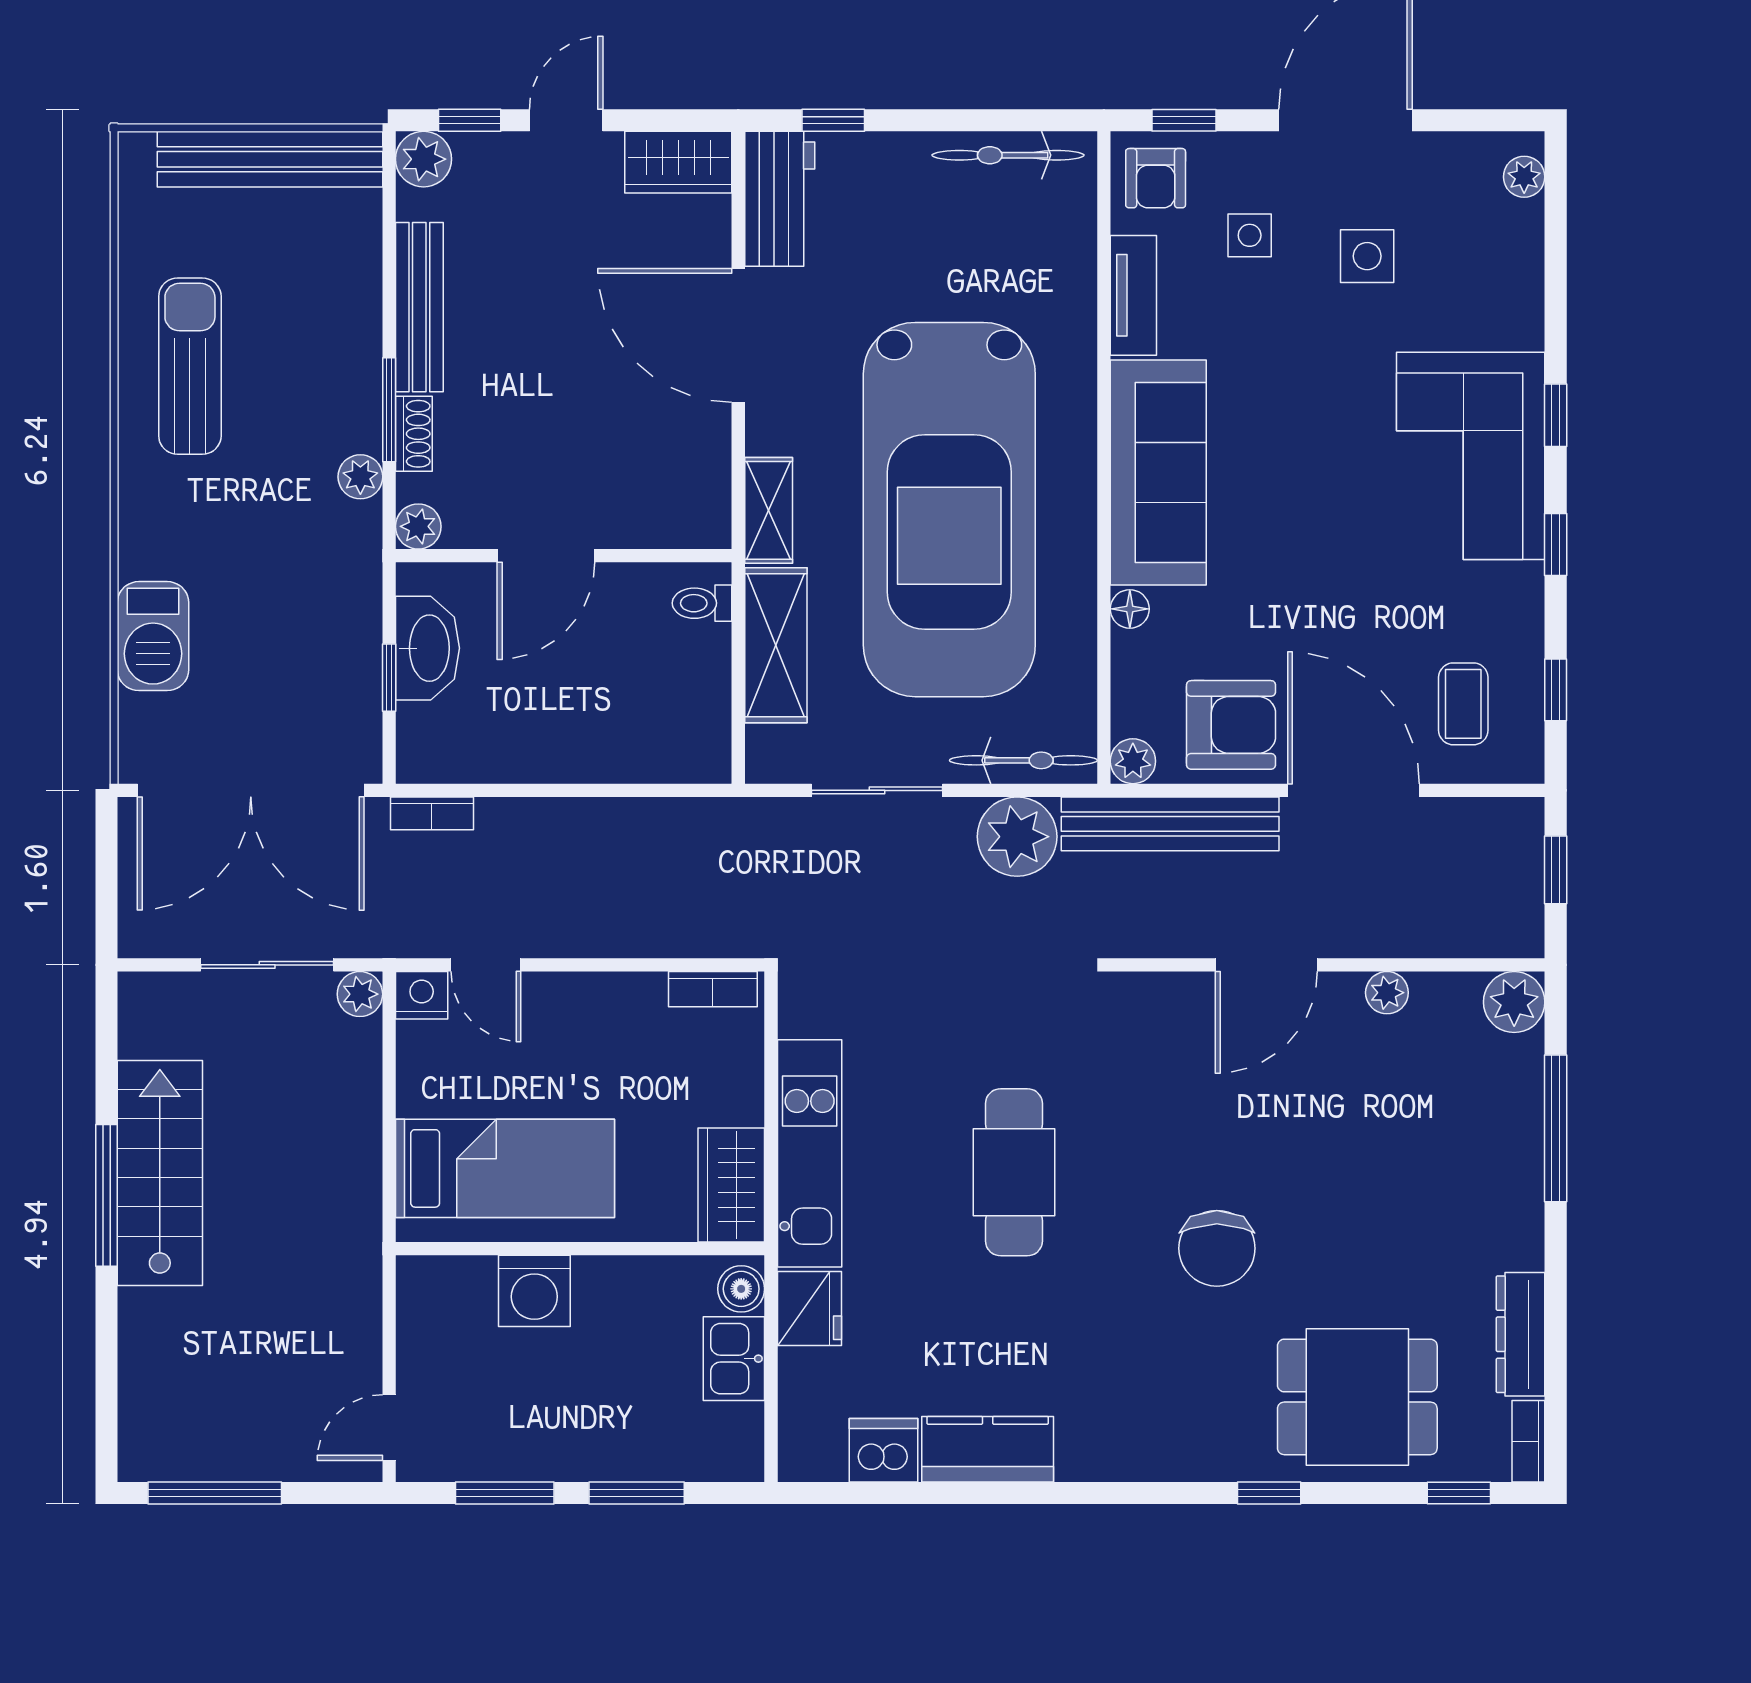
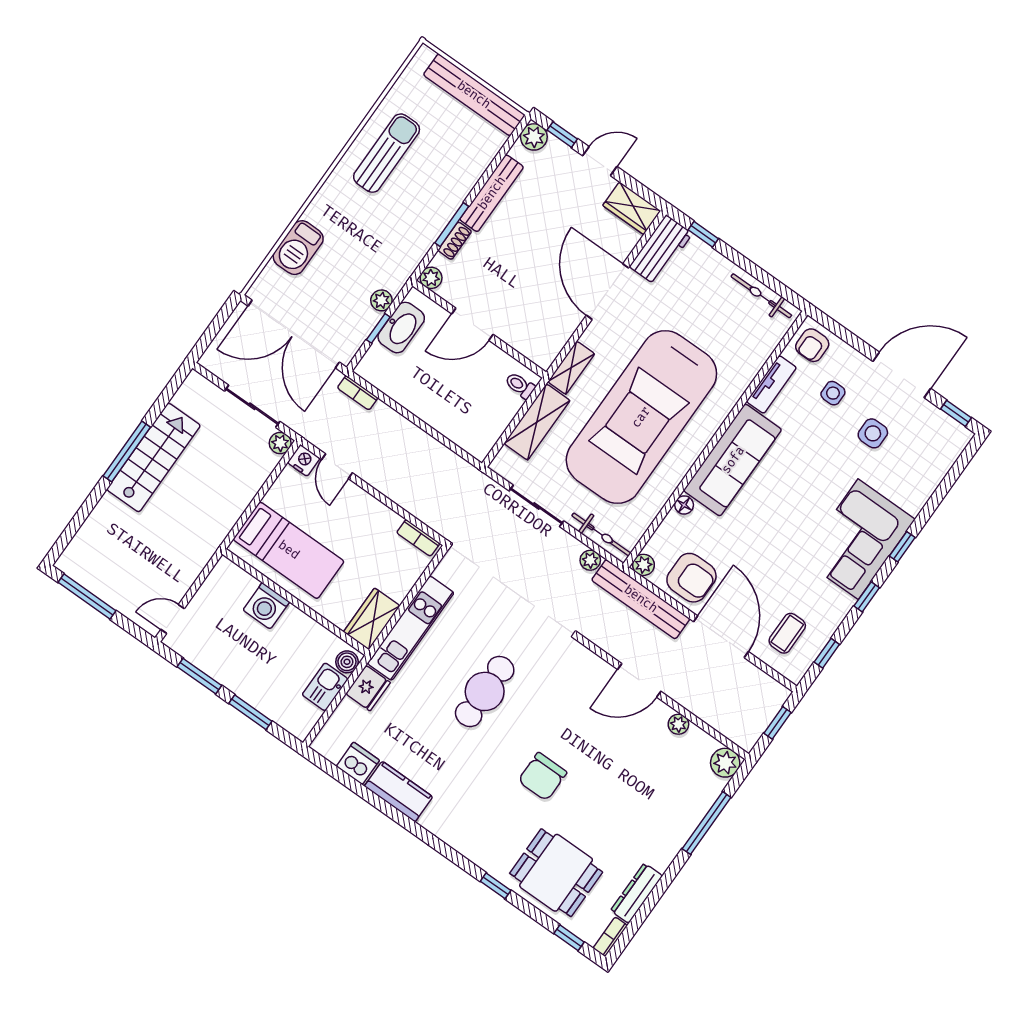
window: (1184, 120) -> (956, 413), moved
plant: (1524, 177) -> (955, 446), removed
plant: (360, 477) -> (381, 300), moved
plant: (1017, 837) -> (590, 560), width x0.53, depth x0.53

